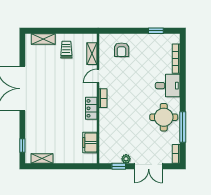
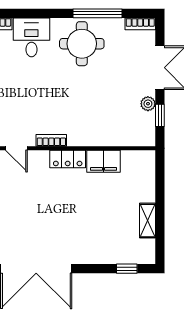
filing cabinet: (90, 142) -> (104, 161), moved
shelving: (42, 158) -> (147, 221), moved

